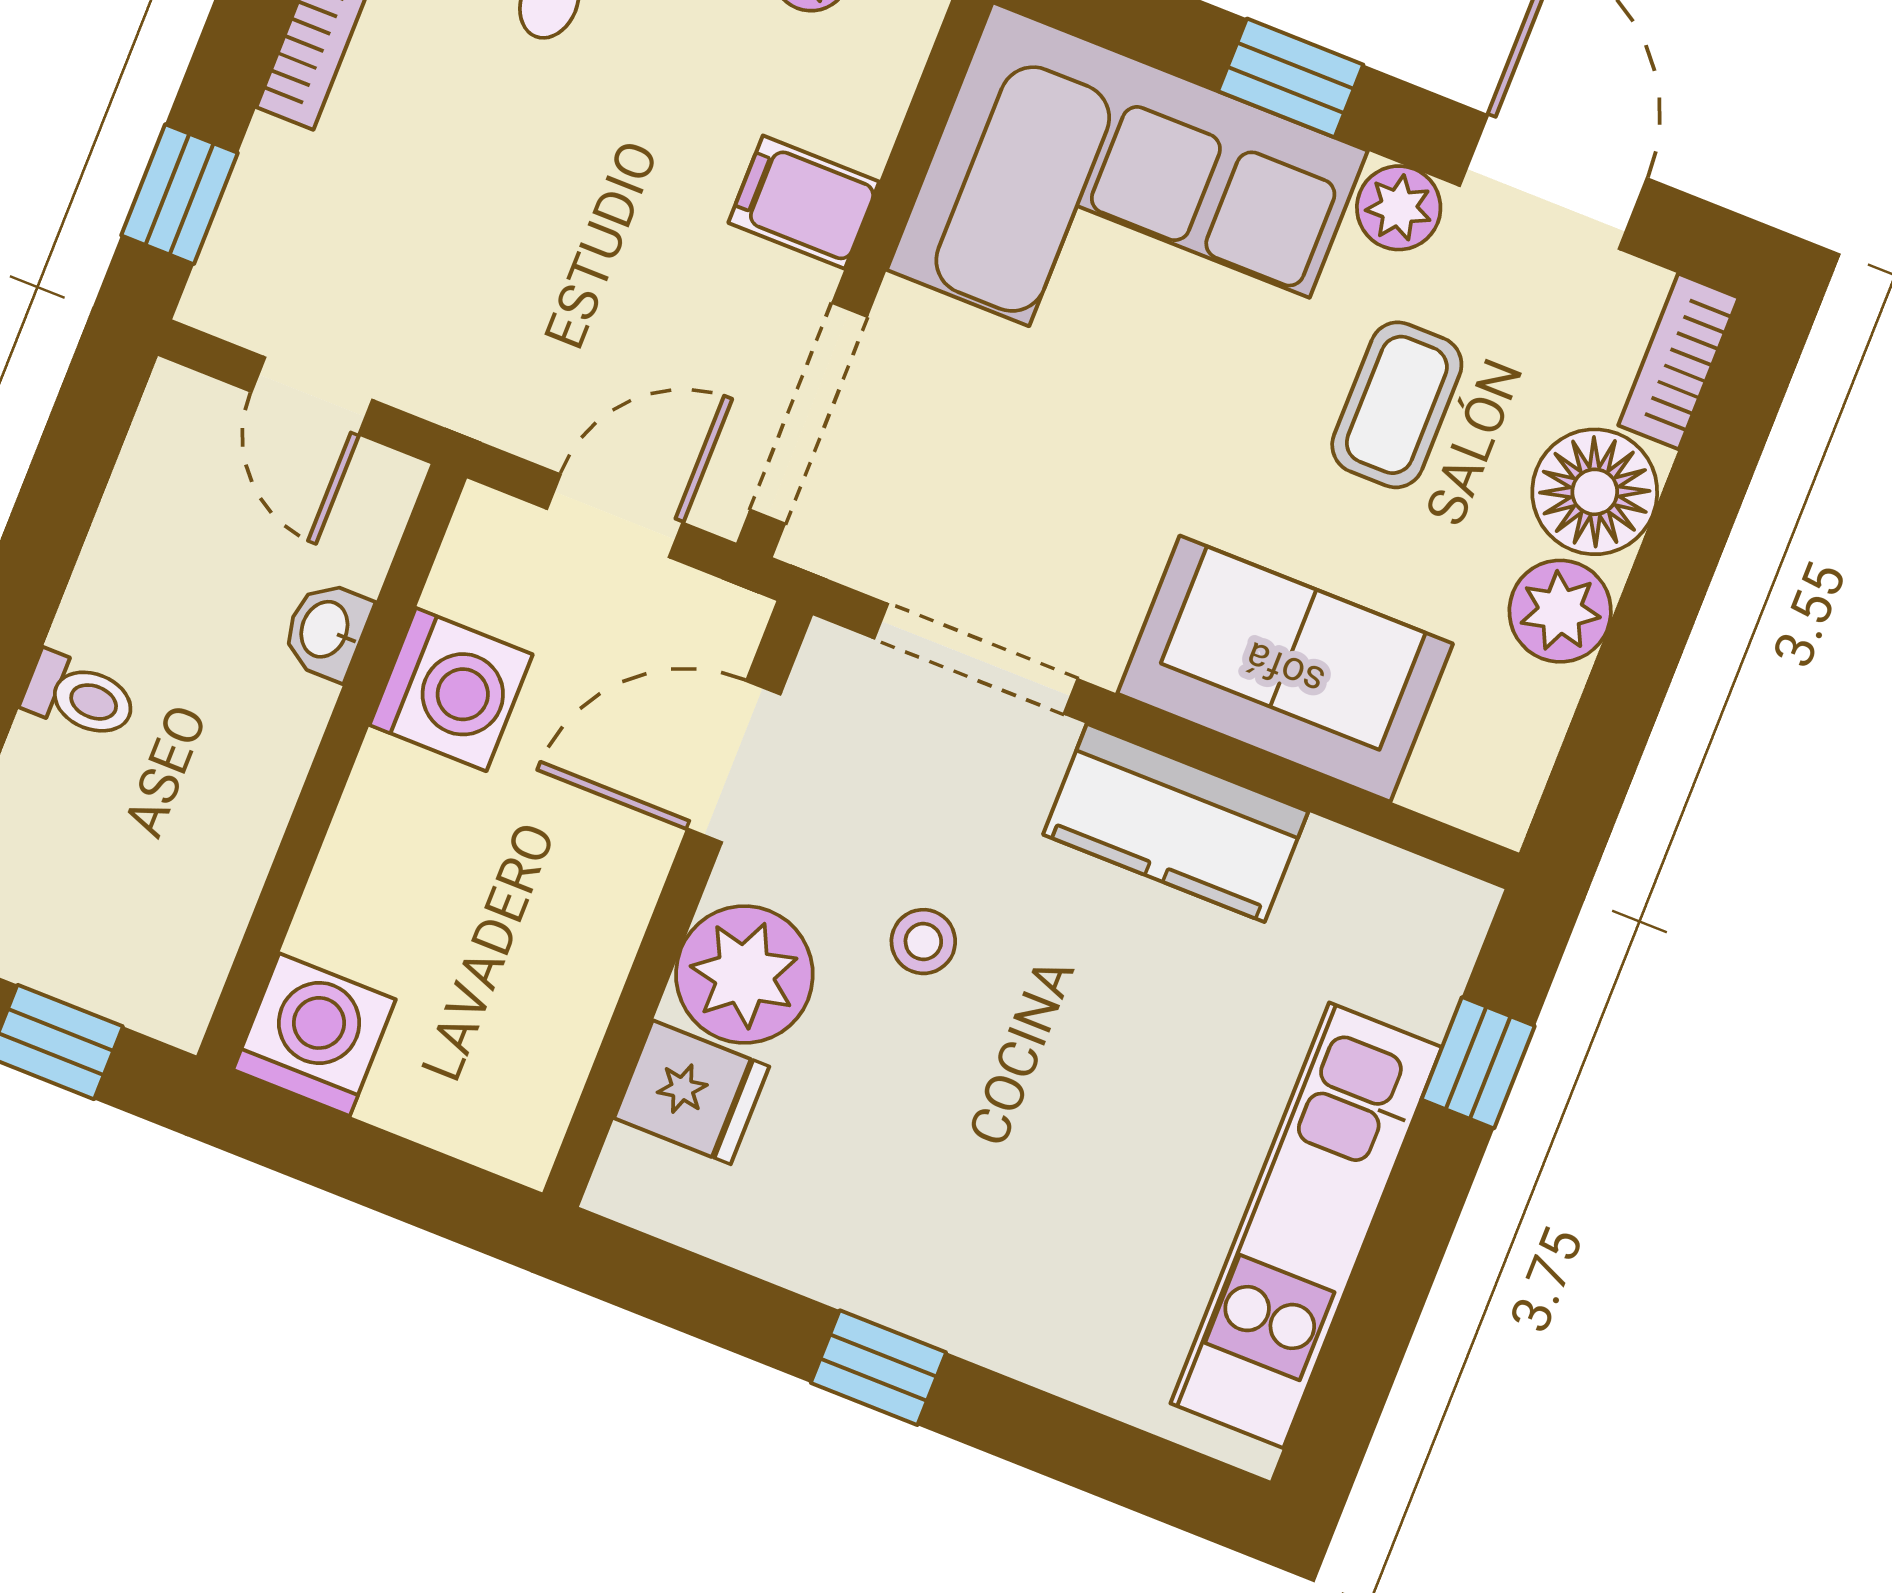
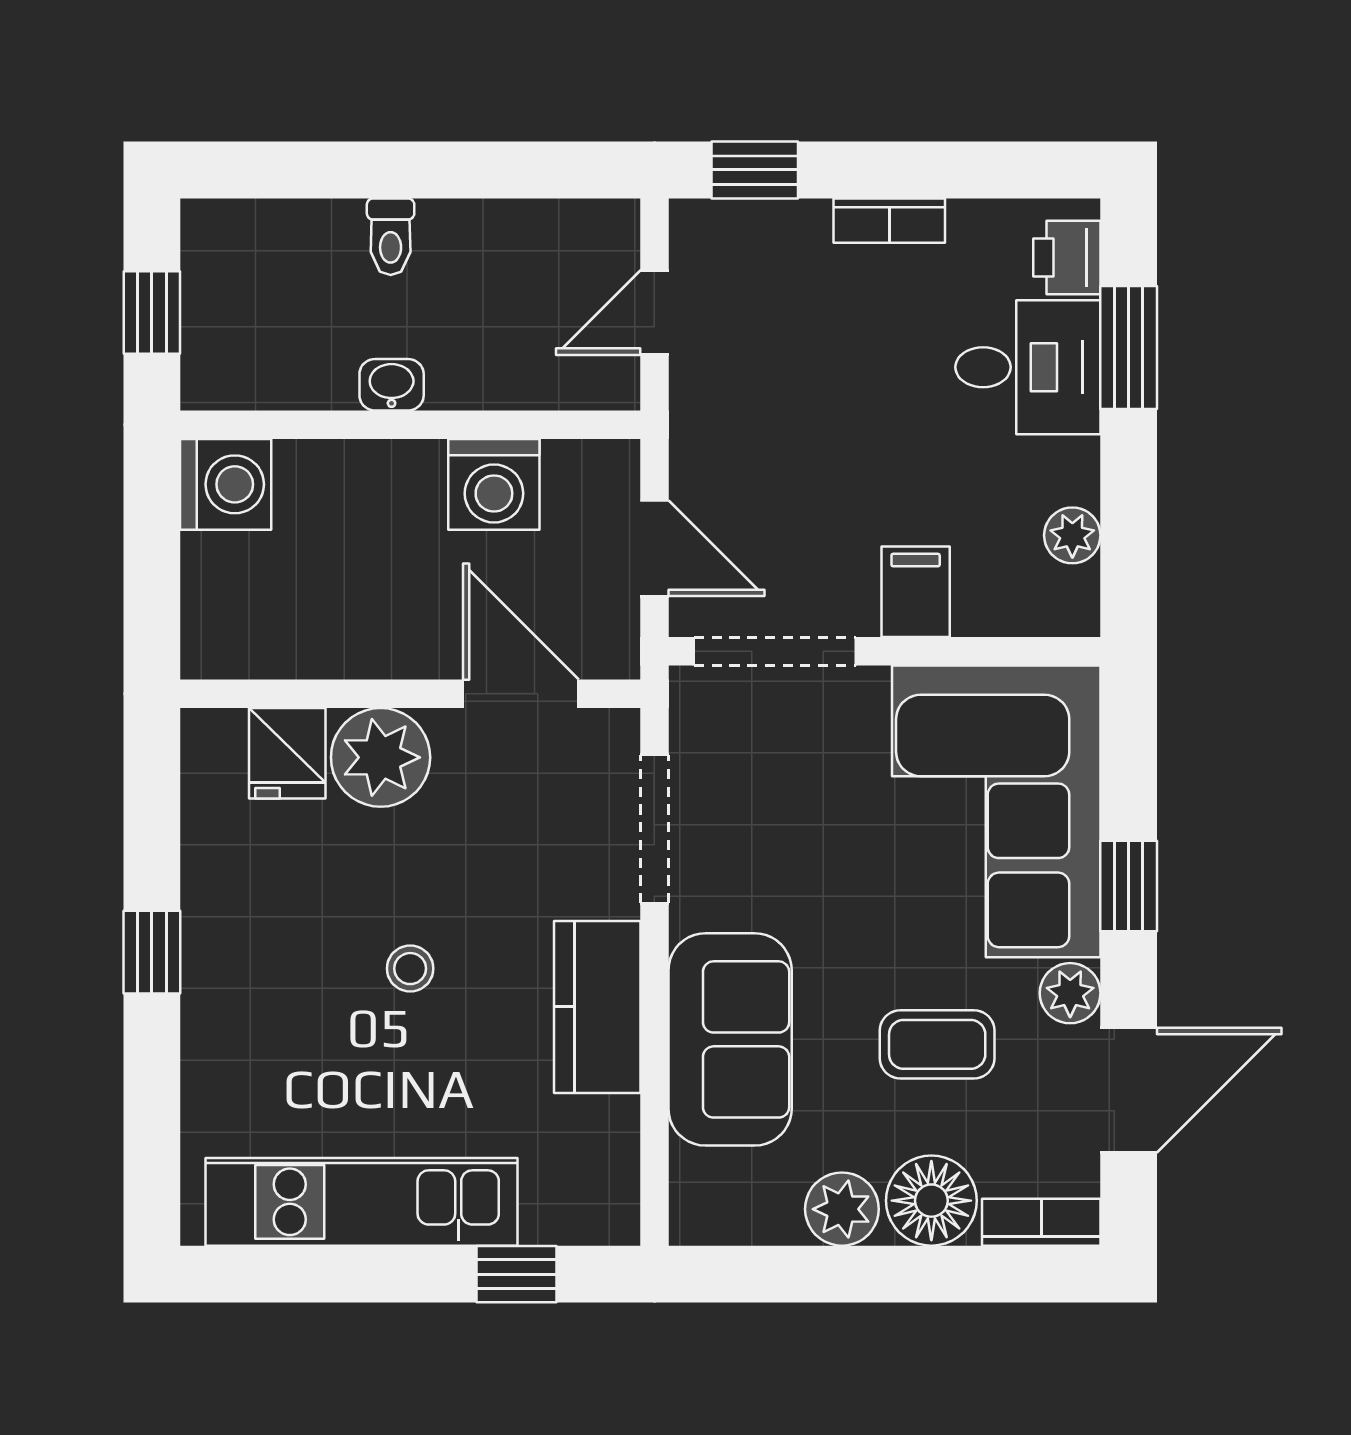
washbasin: (326, 630) -> (392, 385), moved
stool: (923, 942) -> (410, 969), moved

